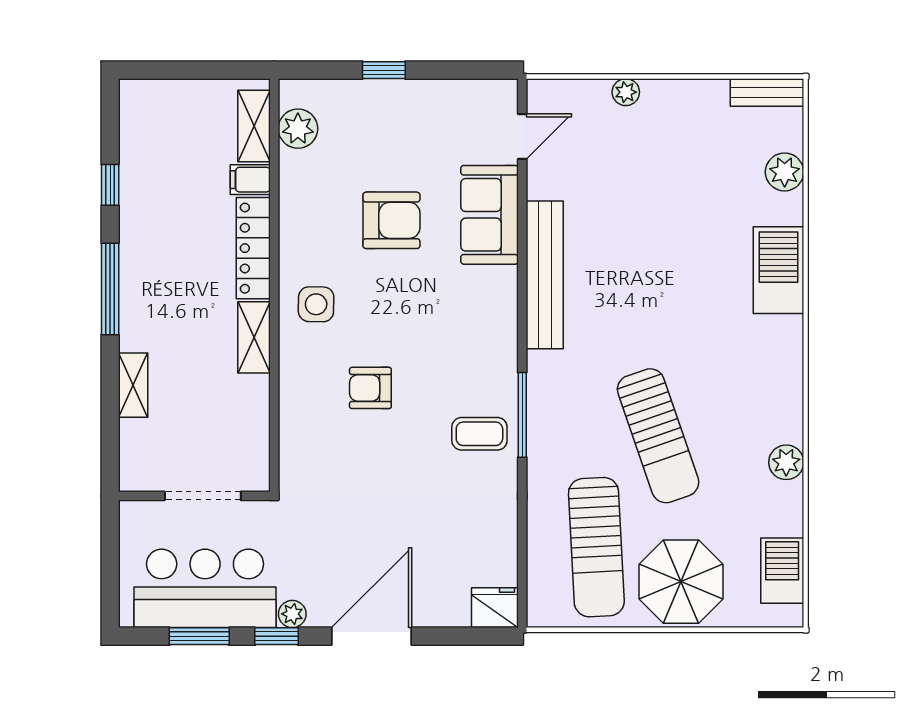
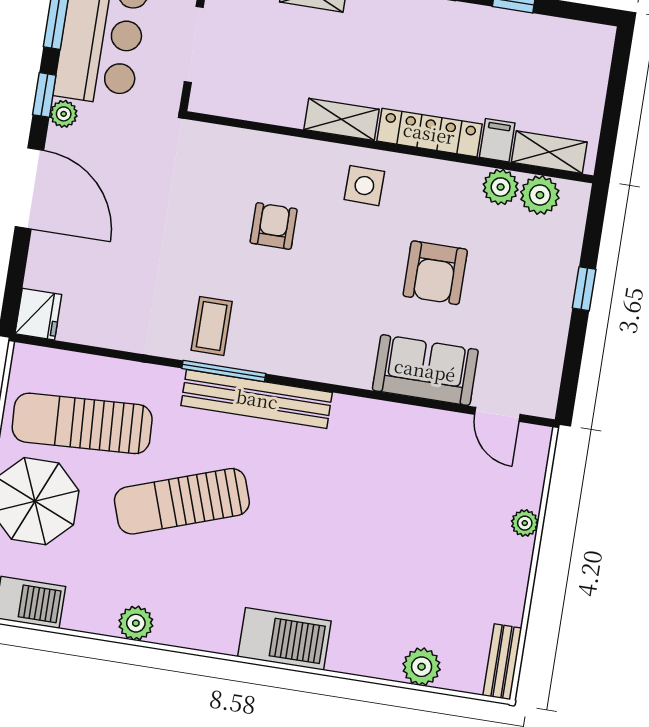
plant: (296, 169) -> (501, 187), added
barbecue: (779, 270) -> (284, 639), moved
bench: (545, 275) -> (257, 399), moved

